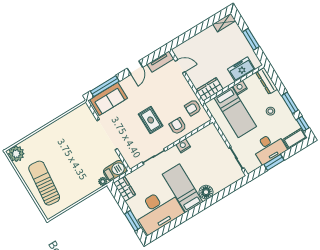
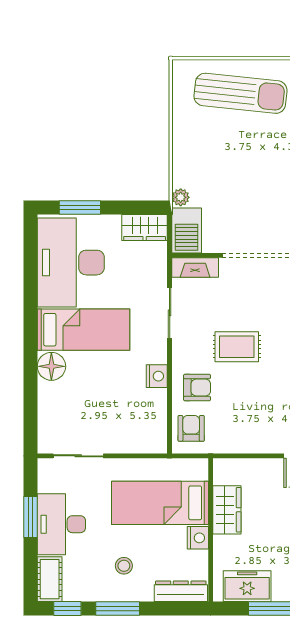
freezer: (241, 69) -> (247, 586), moved, turned -90
wardrobe: (210, 90) -> (227, 510), moved
armchair: (193, 108) -> (191, 428), moved
fireplace: (128, 158) -> (195, 268), added

